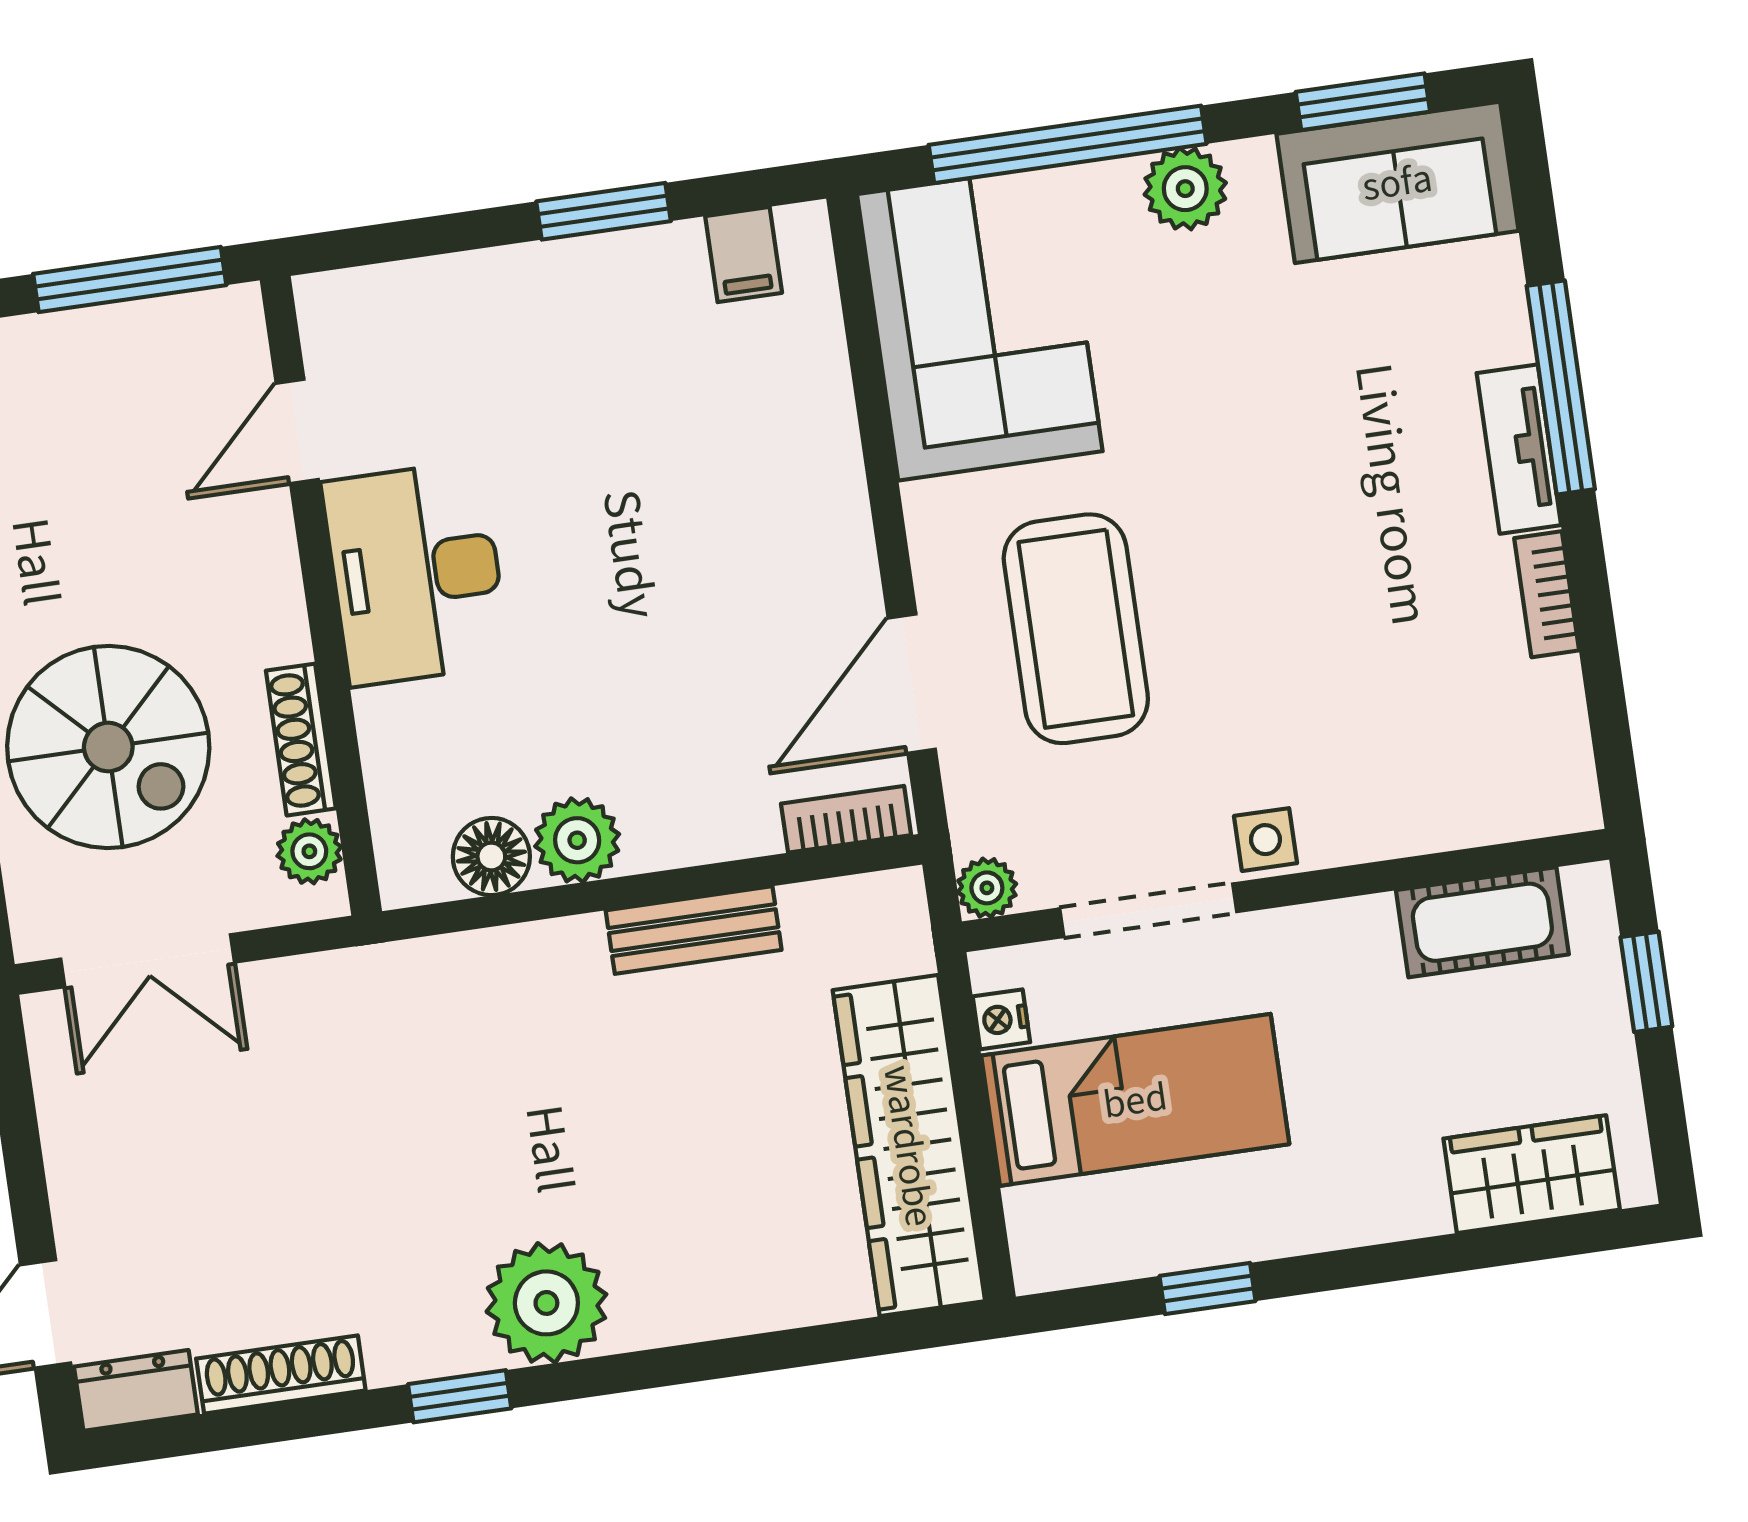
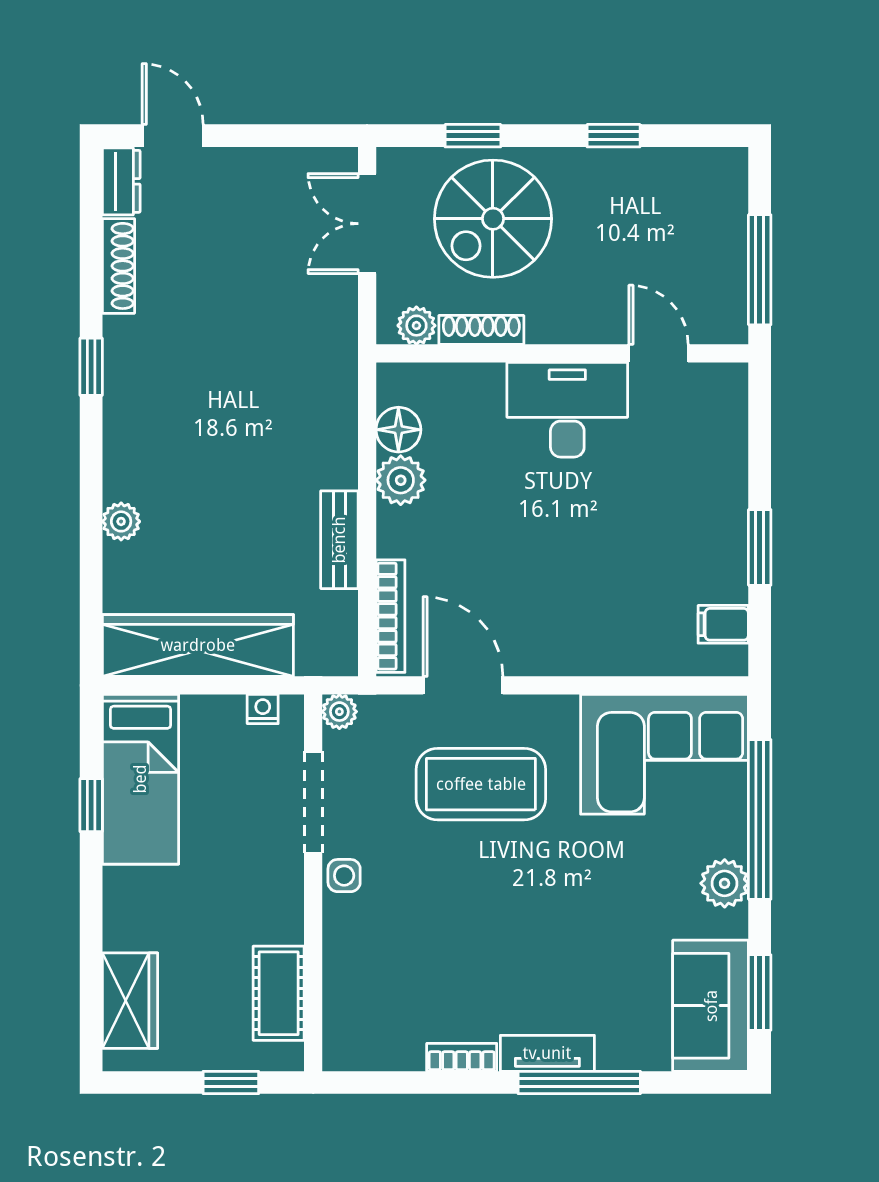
bookcase: (846, 819) -> (390, 616), width x1.56
bed: (1135, 1100) -> (140, 779), moved
plant: (546, 1303) -> (121, 521), moved, width x0.53, depth x0.53

